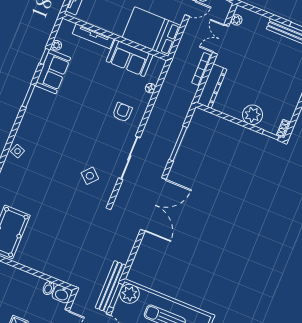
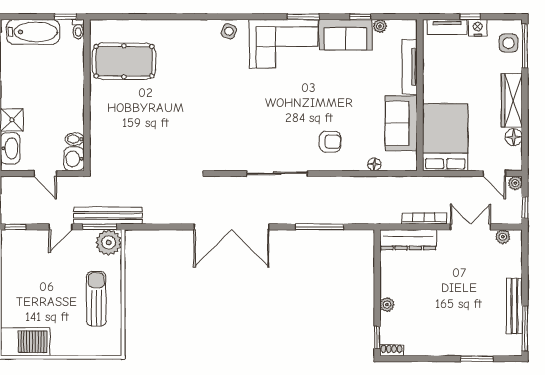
plant: (253, 115) -> (387, 305), width x0.53, depth x0.53
corner sofa: (42, 117) -> (284, 44), added
side table: (90, 176) -> (235, 134), removed

